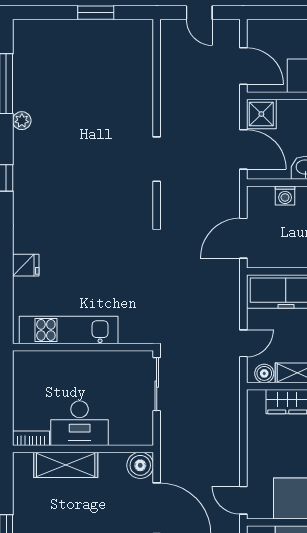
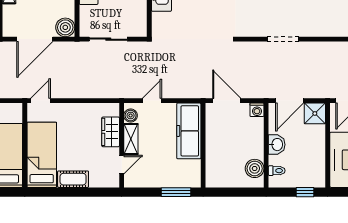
washing machine: (285, 196) -> (257, 110), moved, turned -90
door: (243, 343) -> (152, 101), swing flipped
sliding door: (157, 384) -> (108, 39), moved

